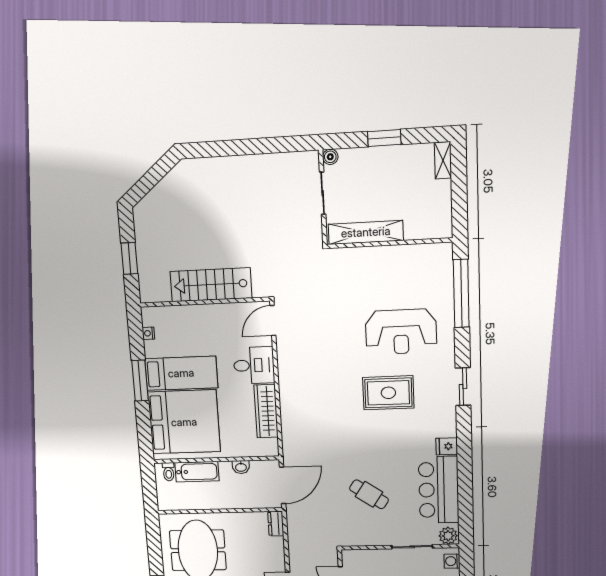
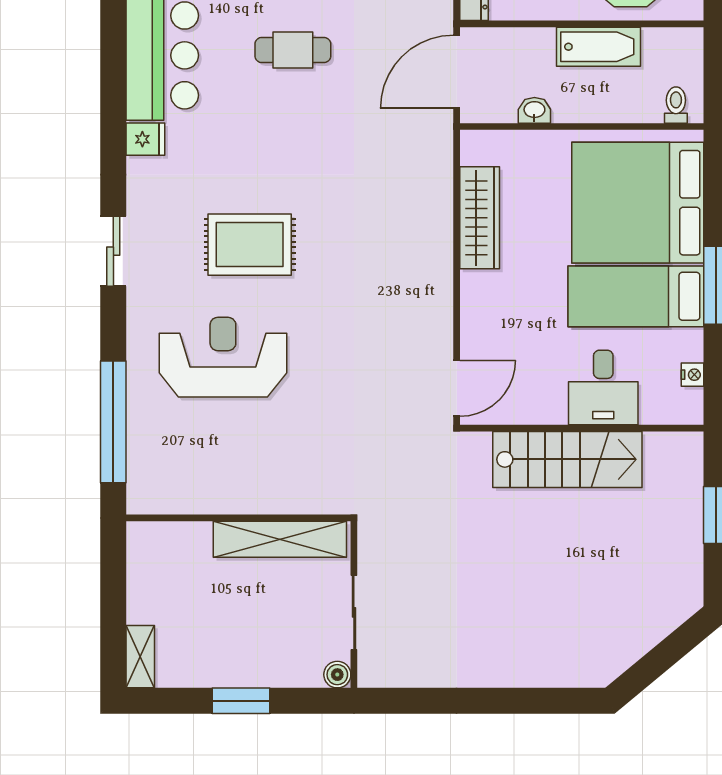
desk: (254, 365) -> (603, 388), moved, turned -90
bathtub: (197, 472) -> (599, 47), moved, turned 180
cafe table: (369, 494) -> (293, 50), turned -34

